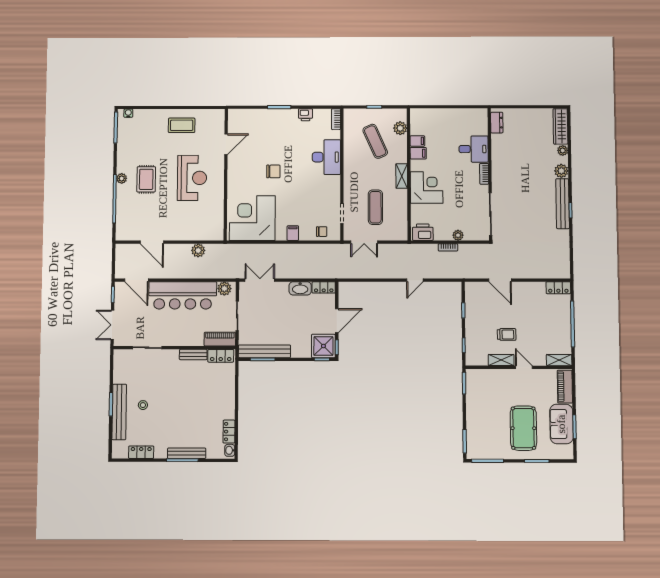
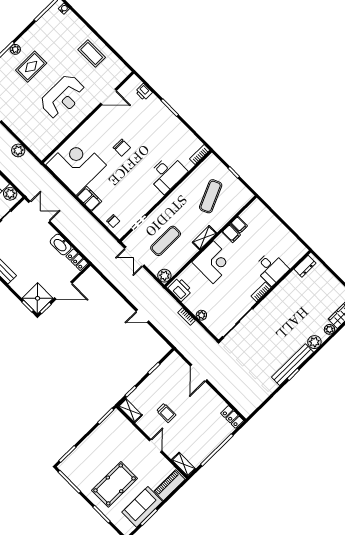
printer: (306, 115) -> (144, 92), moved
plant: (400, 128) -> (164, 276), moved
filing cabinet: (293, 233) -> (89, 199), width x2.00
shelving: (501, 360) -> (130, 410), moved

